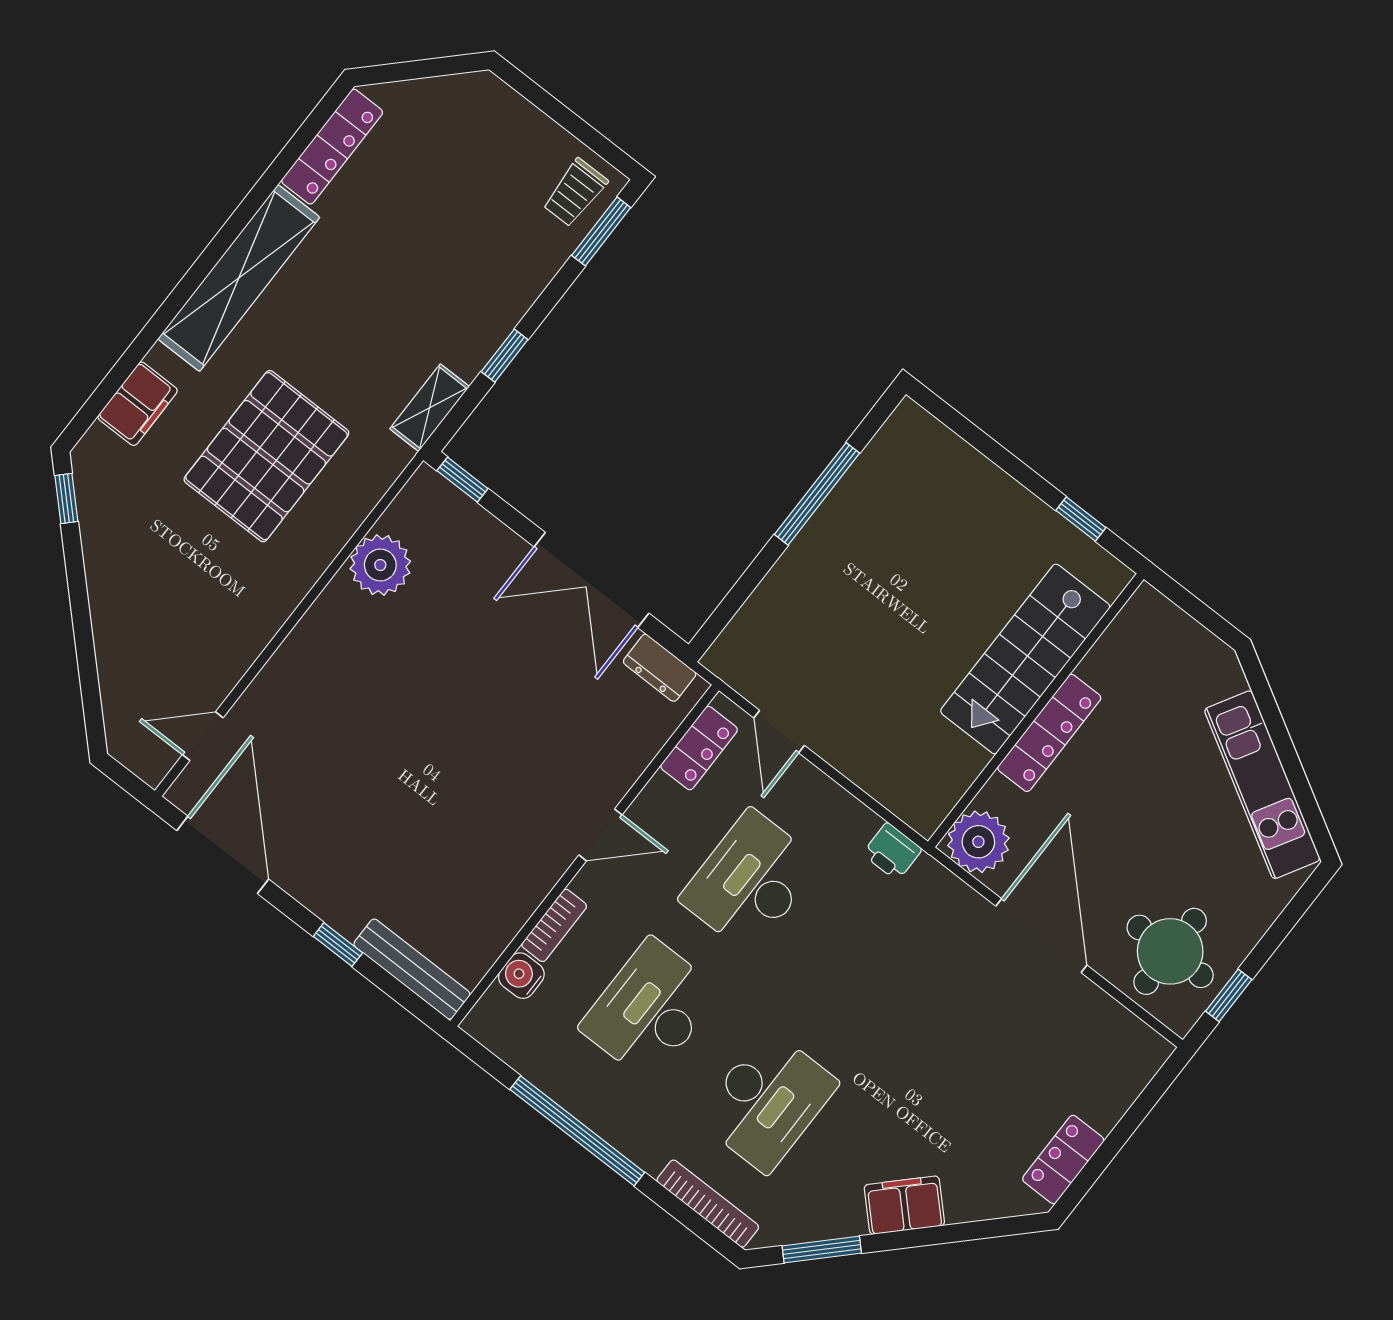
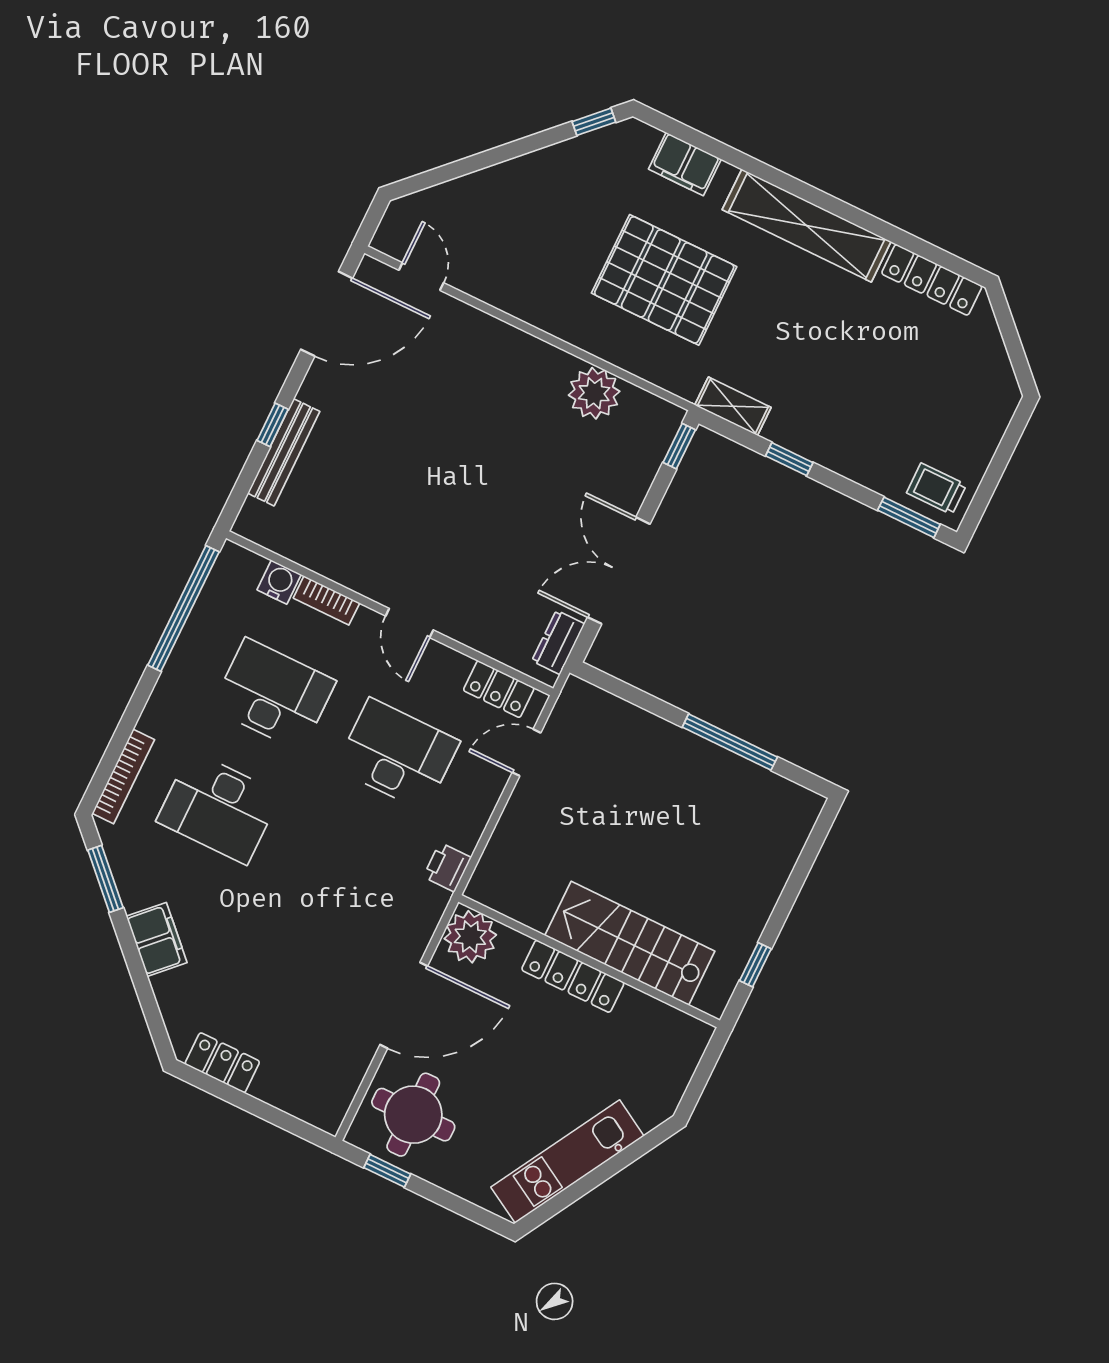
bench: (412, 969) -> (284, 452), moved
window: (577, 1131) -> (183, 608), moved

